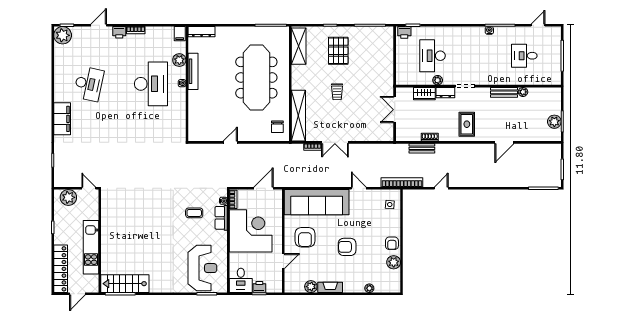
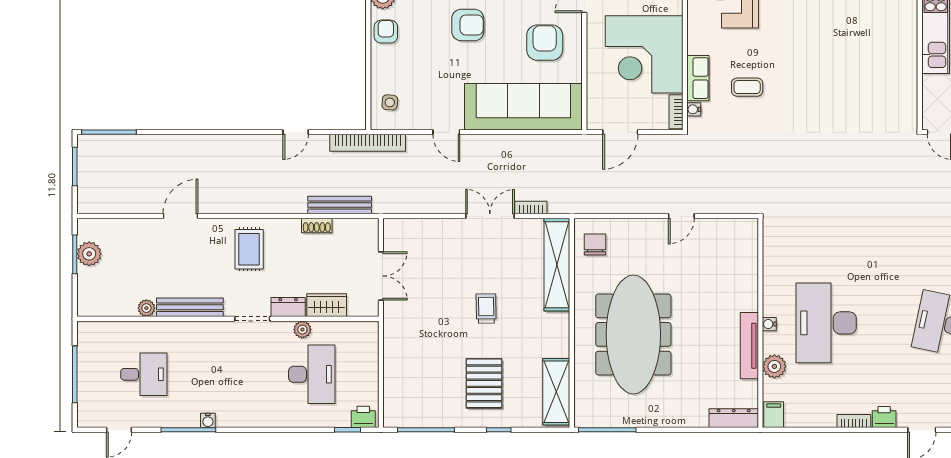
bench: (504, 92) -> (190, 307), width x1.36
bench: (422, 148) -> (340, 205), width x1.36

